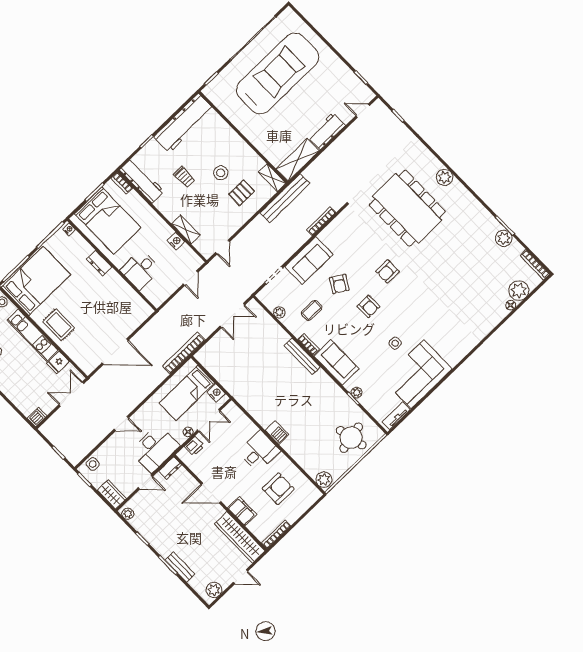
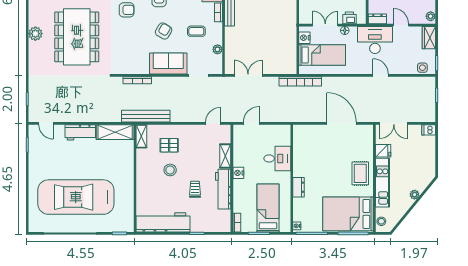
workbench: (142, 181) -> (223, 189), moved
bed: (108, 221) -> (268, 208), width x0.67
nightstand: (176, 241) -> (238, 173), moved

